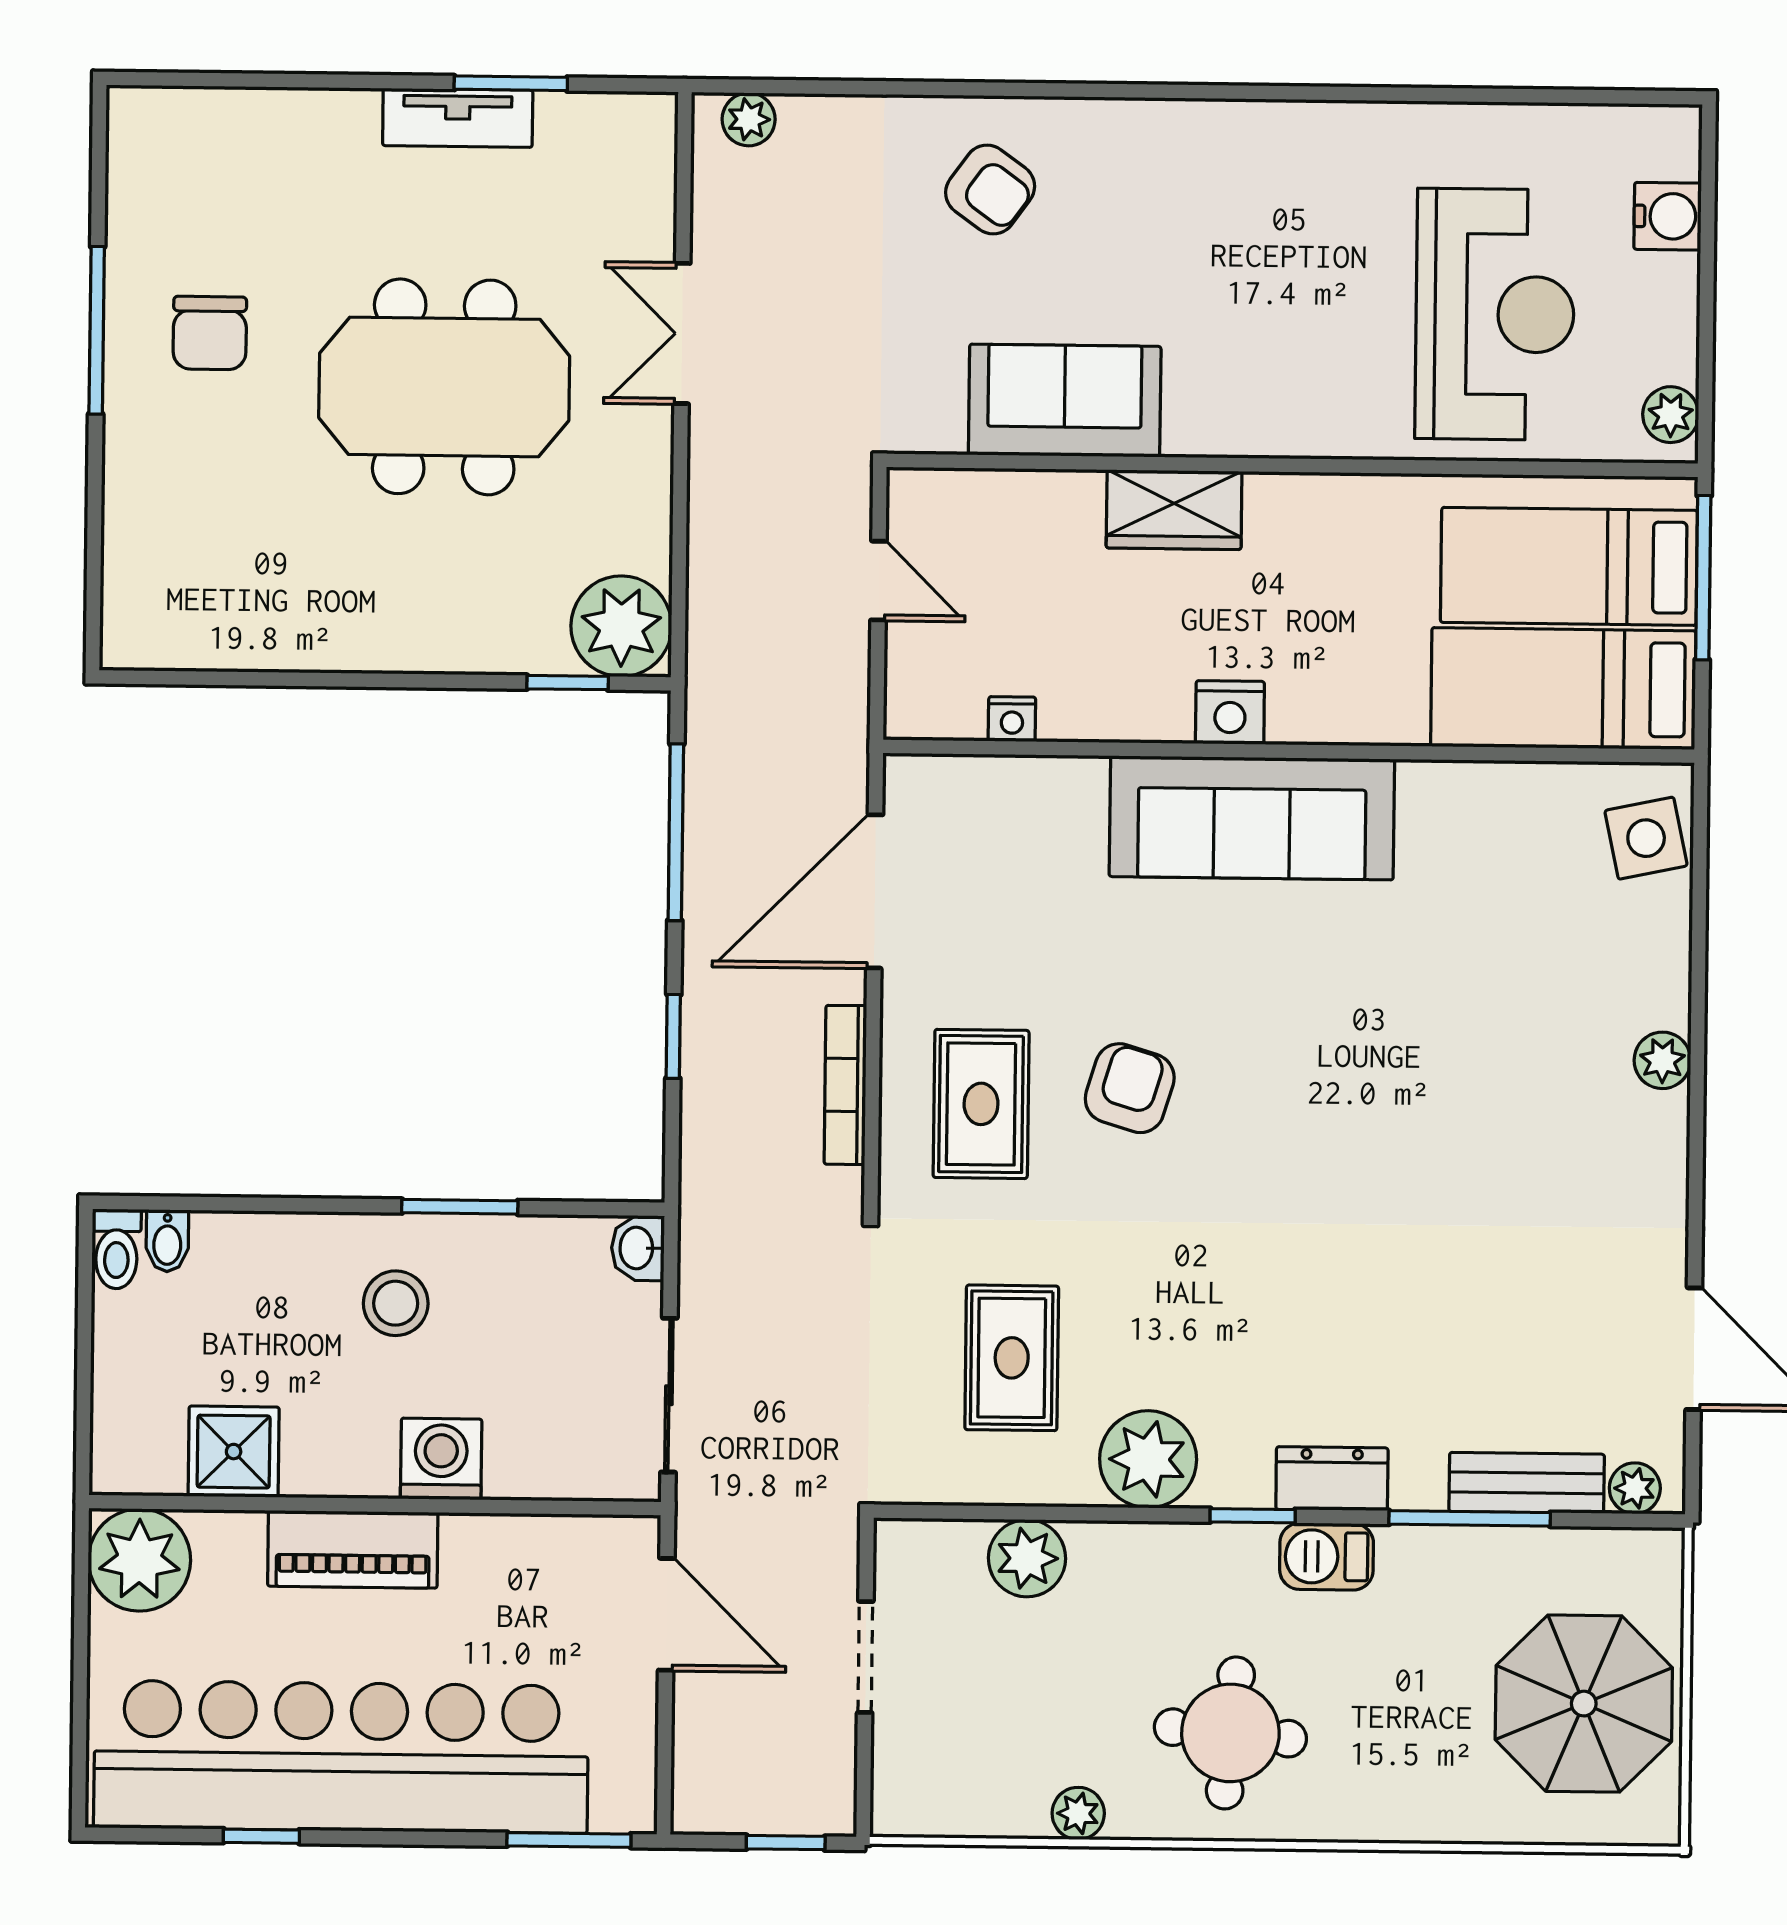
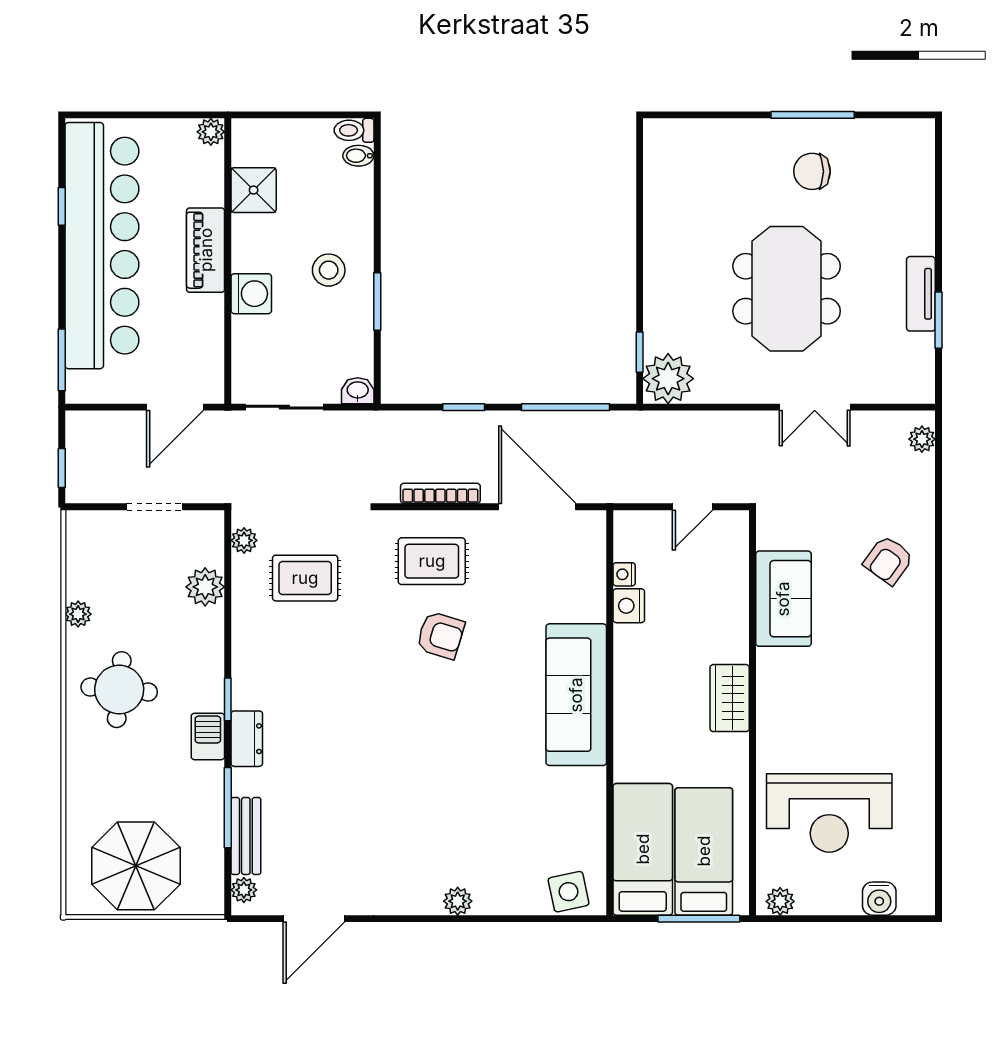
double door: (682, 333) -> (815, 407), swing flipped
wardrobe: (1174, 510) -> (730, 698), moved
nightstand: (1230, 712) -> (629, 606), moved
plant: (1148, 1459) -> (244, 540), moved, width x0.53, depth x0.53
plant: (139, 1560) -> (211, 132), width x0.53, depth x0.53

